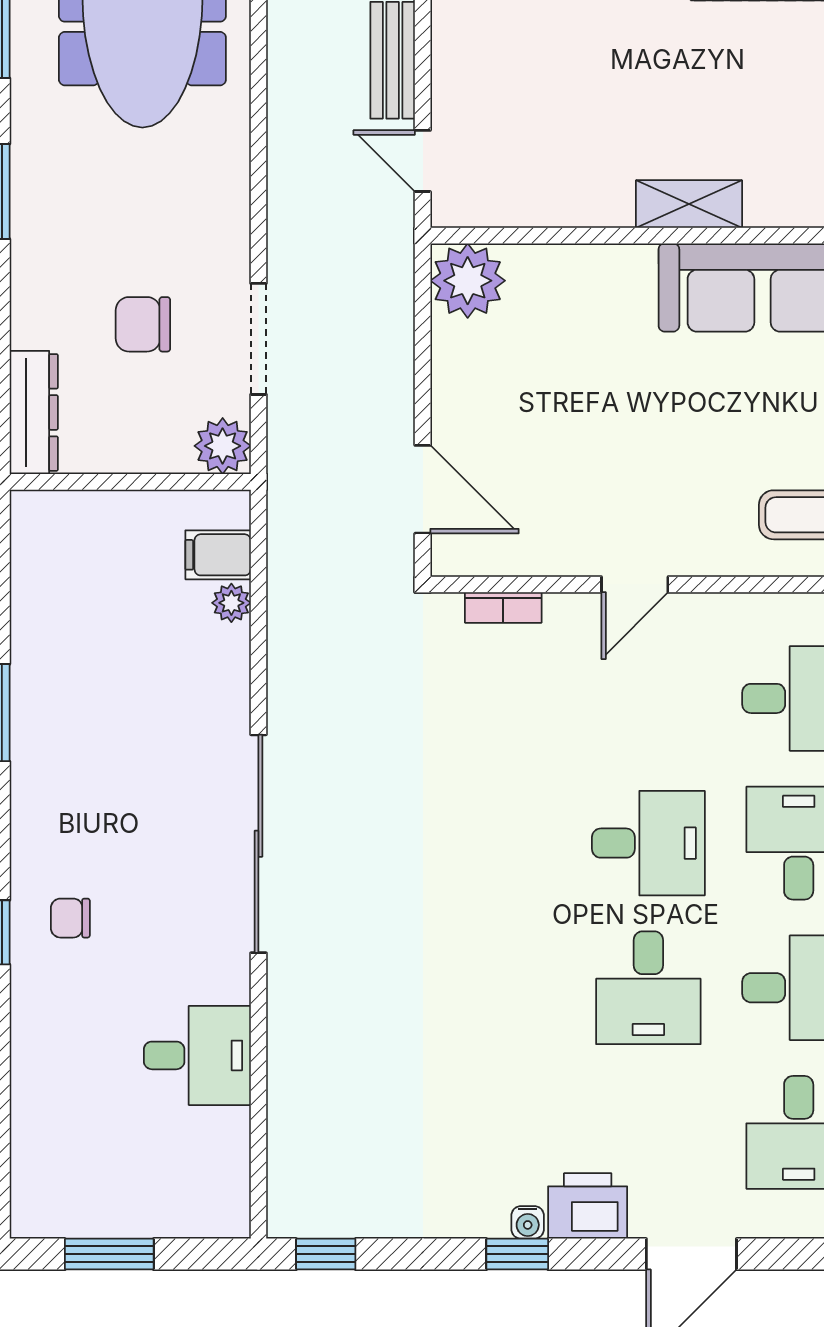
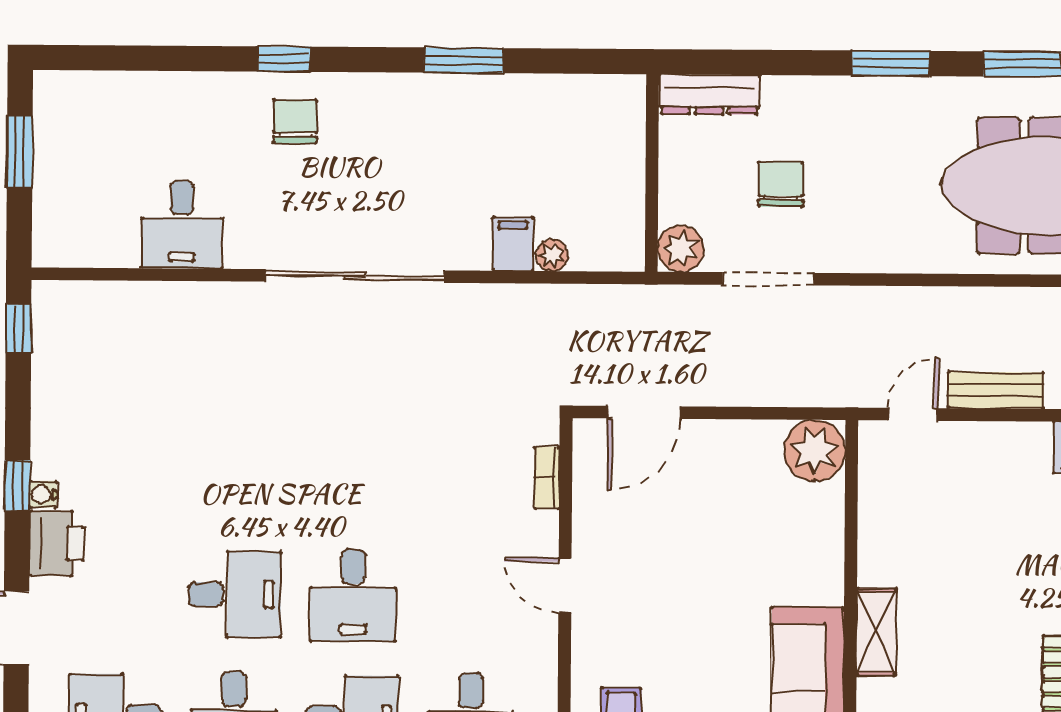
filing cabinet: (218, 555) -> (513, 244), moved
chair: (70, 918) -> (295, 121), width x1.37, depth x1.37
desk: (648, 988) -> (235, 594), turned 180

